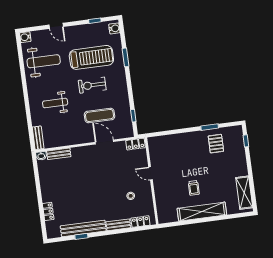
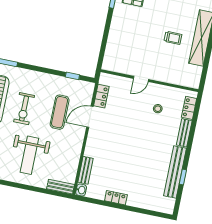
weight bench: (55, 103) -> (29, 155), width x1.36, depth x1.33
locker: (136, 144) -> (101, 96), moved
locker: (48, 211) -> (116, 198), moved

